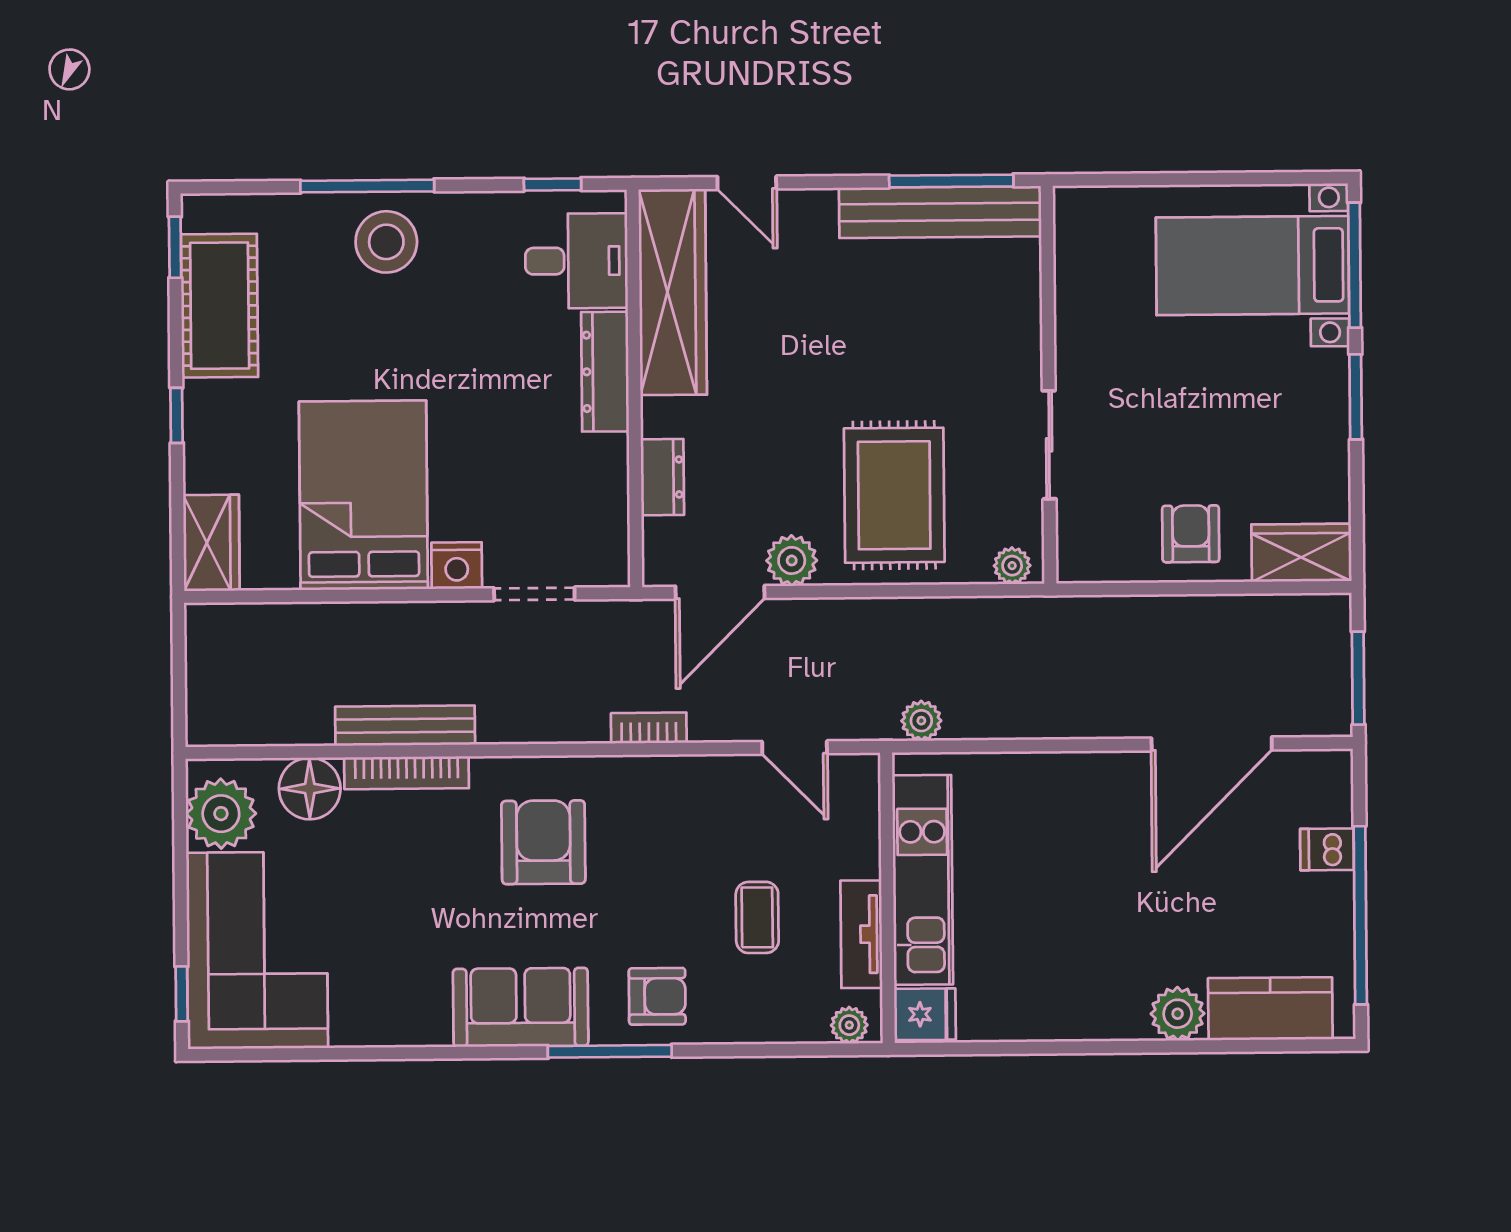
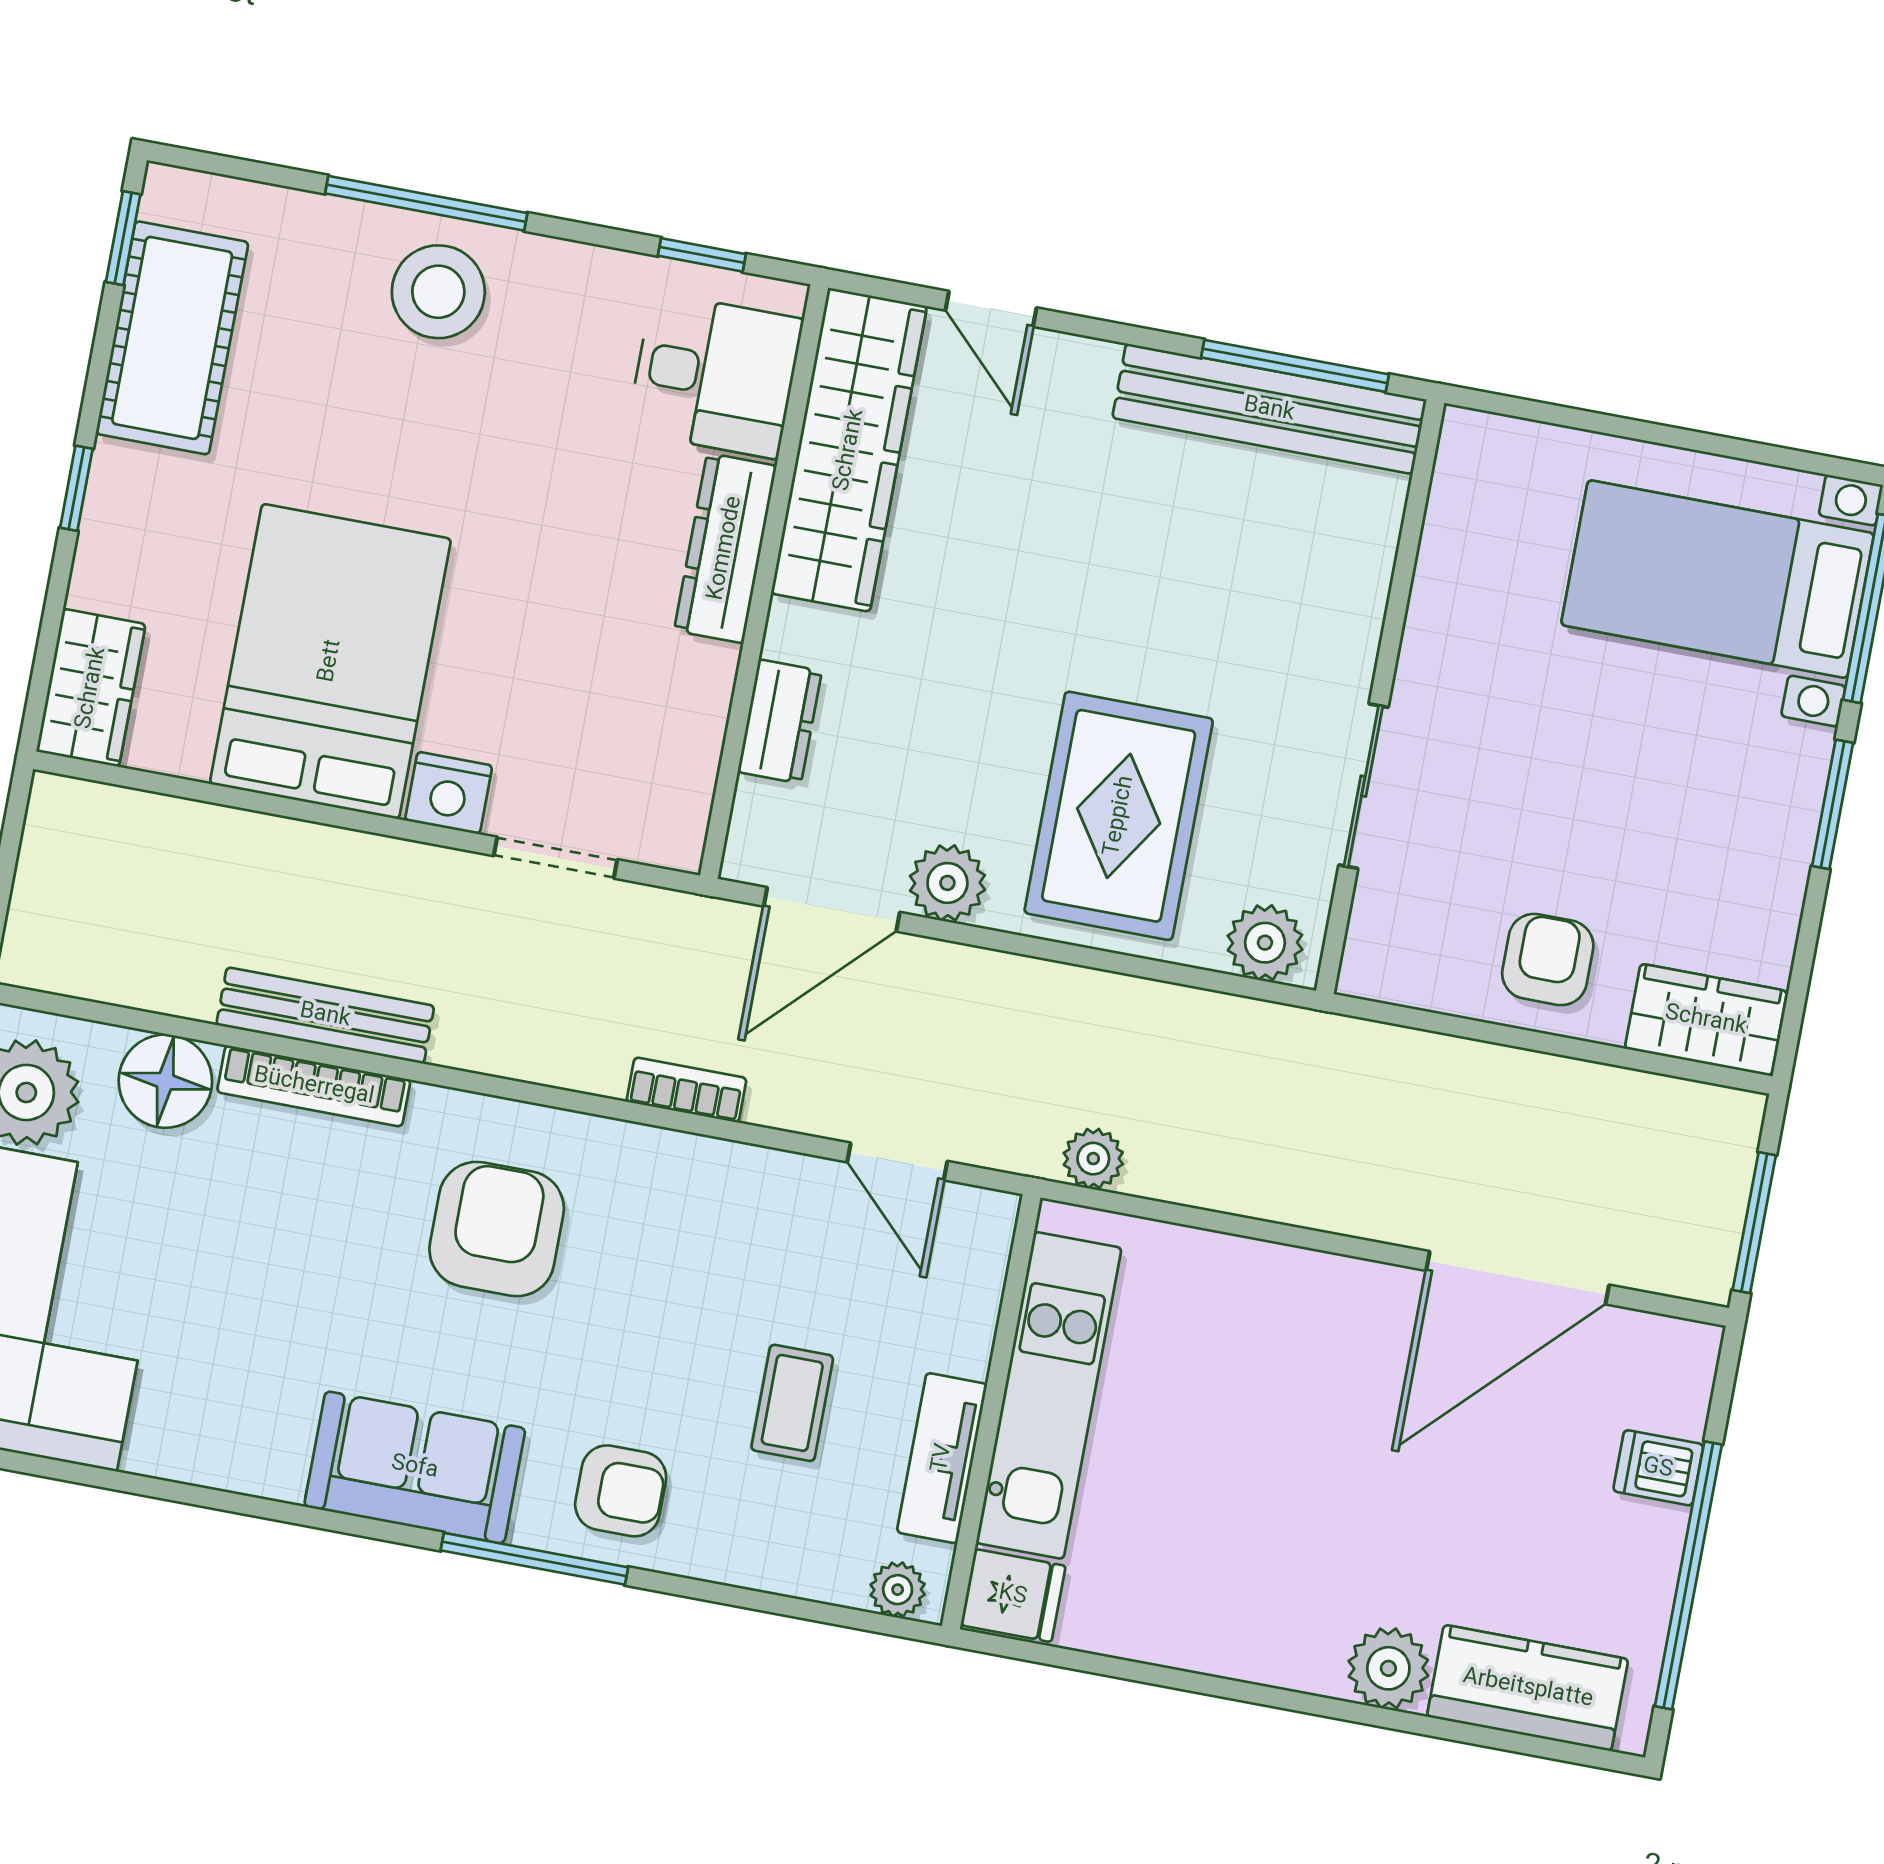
plant: (1012, 566) -> (1265, 943), width x1.38, depth x1.38

